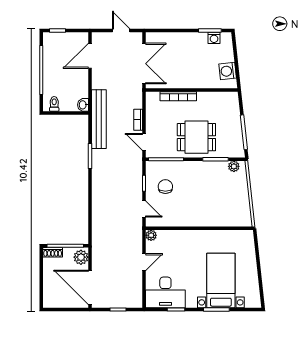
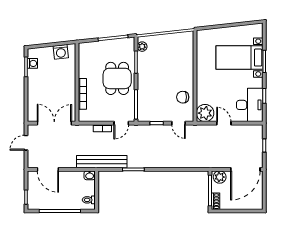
chair: (165, 187) -> (183, 97), moved
door: (144, 209) -> (179, 123), swing flipped
plant: (151, 235) -> (205, 113), width x1.88, depth x1.88

